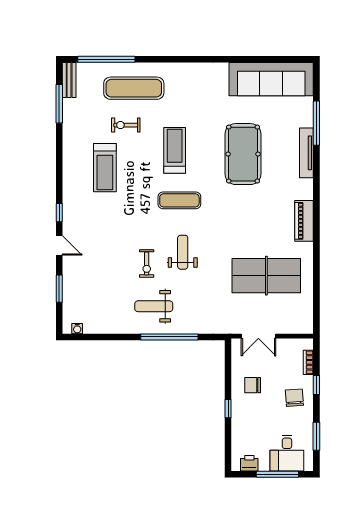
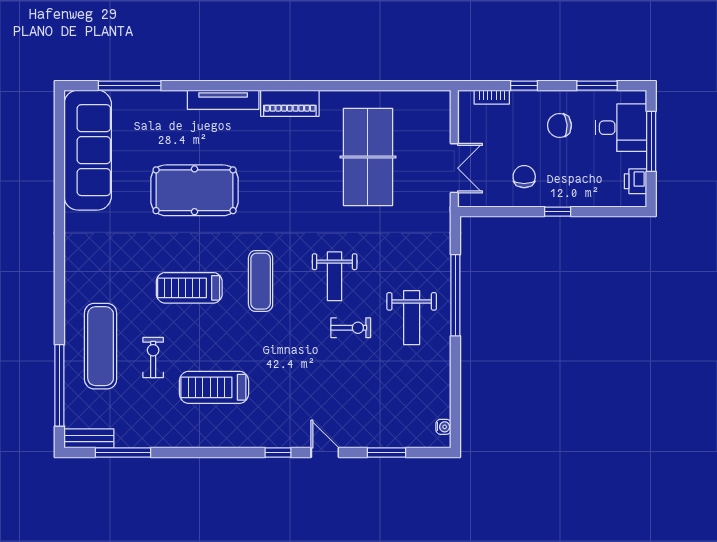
window: (316, 123) -> (130, 86), moved
exercise bike: (126, 125) -> (153, 357), turned 180
tv unit: (306, 153) -> (223, 100), moved
treadmill: (105, 168) -> (214, 387), turned 180
door: (59, 245) -> (325, 453), hinge flipped
weight bench: (183, 252) -> (335, 276), turned -90
chair: (253, 385) -> (524, 177), turned 180
chair: (294, 398) -> (559, 125), moved

